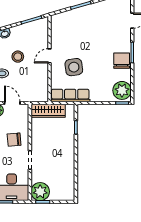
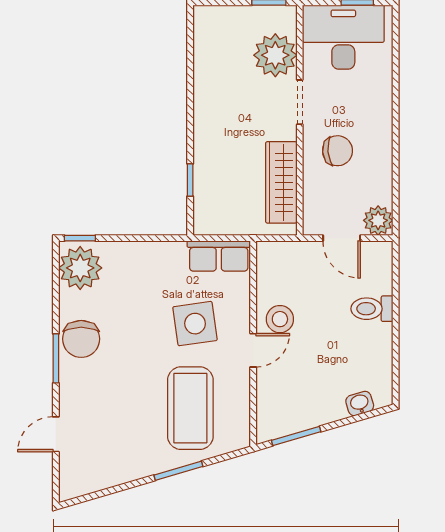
coffee table: (76, 32) -> (190, 408), added
stool: (18, 57) -> (280, 319), moved
row of seats: (70, 95) -> (219, 256), width x0.68
wardrobe: (48, 111) -> (281, 182), moved, turned -90
plant: (40, 192) -> (275, 55), moved

